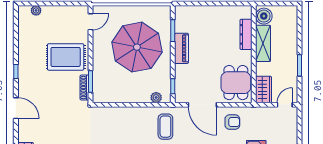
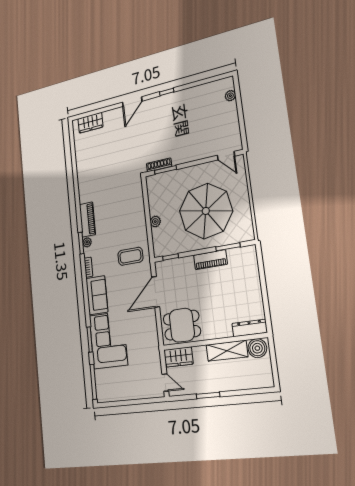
dresser: (246, 34) -> (250, 328), moved
rug: (66, 57) -> (187, 138), removed
plant: (156, 97) -> (155, 222), moved
armchair: (232, 122) -> (142, 327), removed

